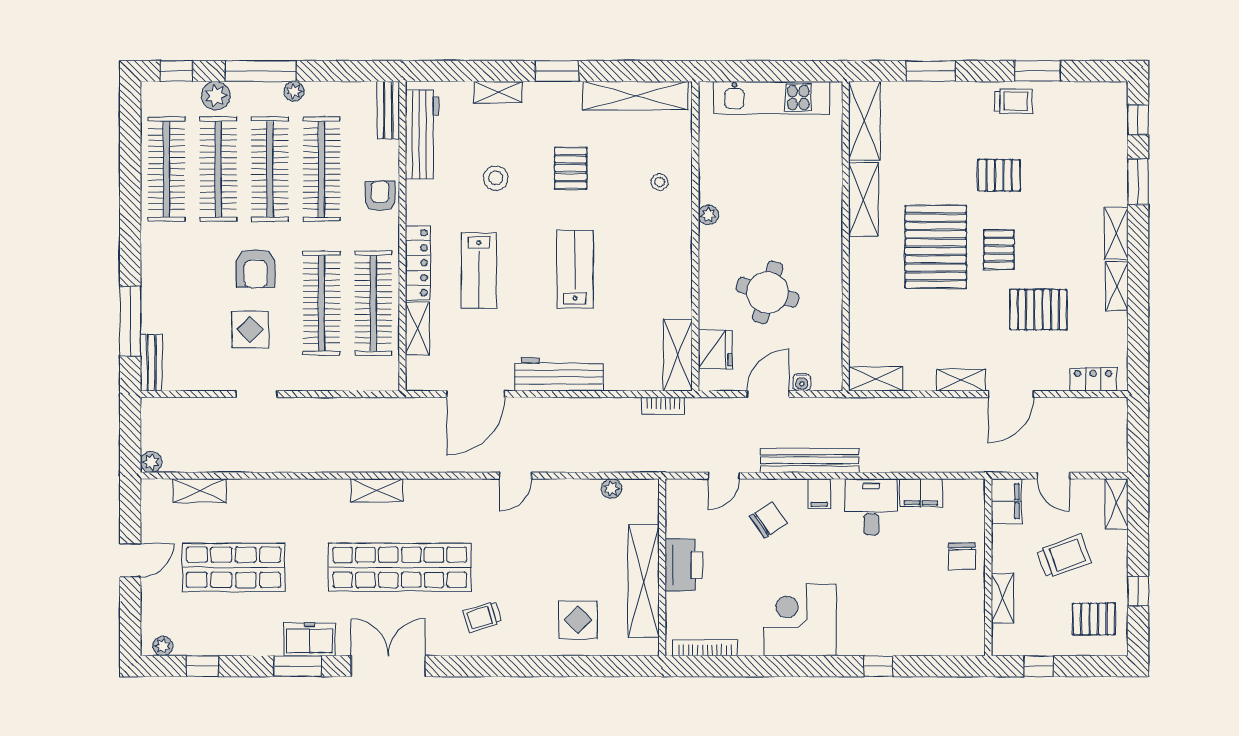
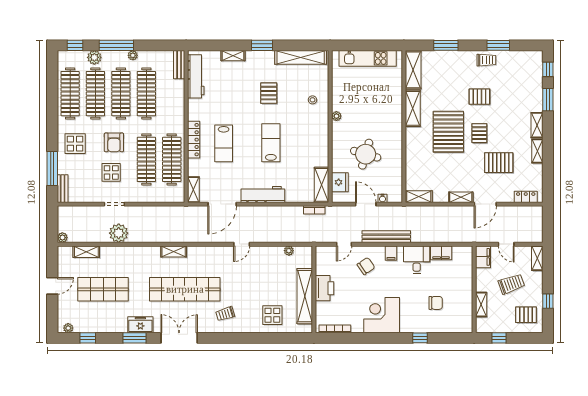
stool: (496, 178) -> (232, 98), removed
armchair: (380, 196) -> (175, 107), removed
display table: (177, 271) -> (75, 144), added
shelving: (417, 329) -> (193, 190), moved
door: (768, 394) -> (366, 204), hinge flipped
plant: (265, 453) -> (119, 233), added
chair: (962, 556) -> (436, 303), moved, turned -90

